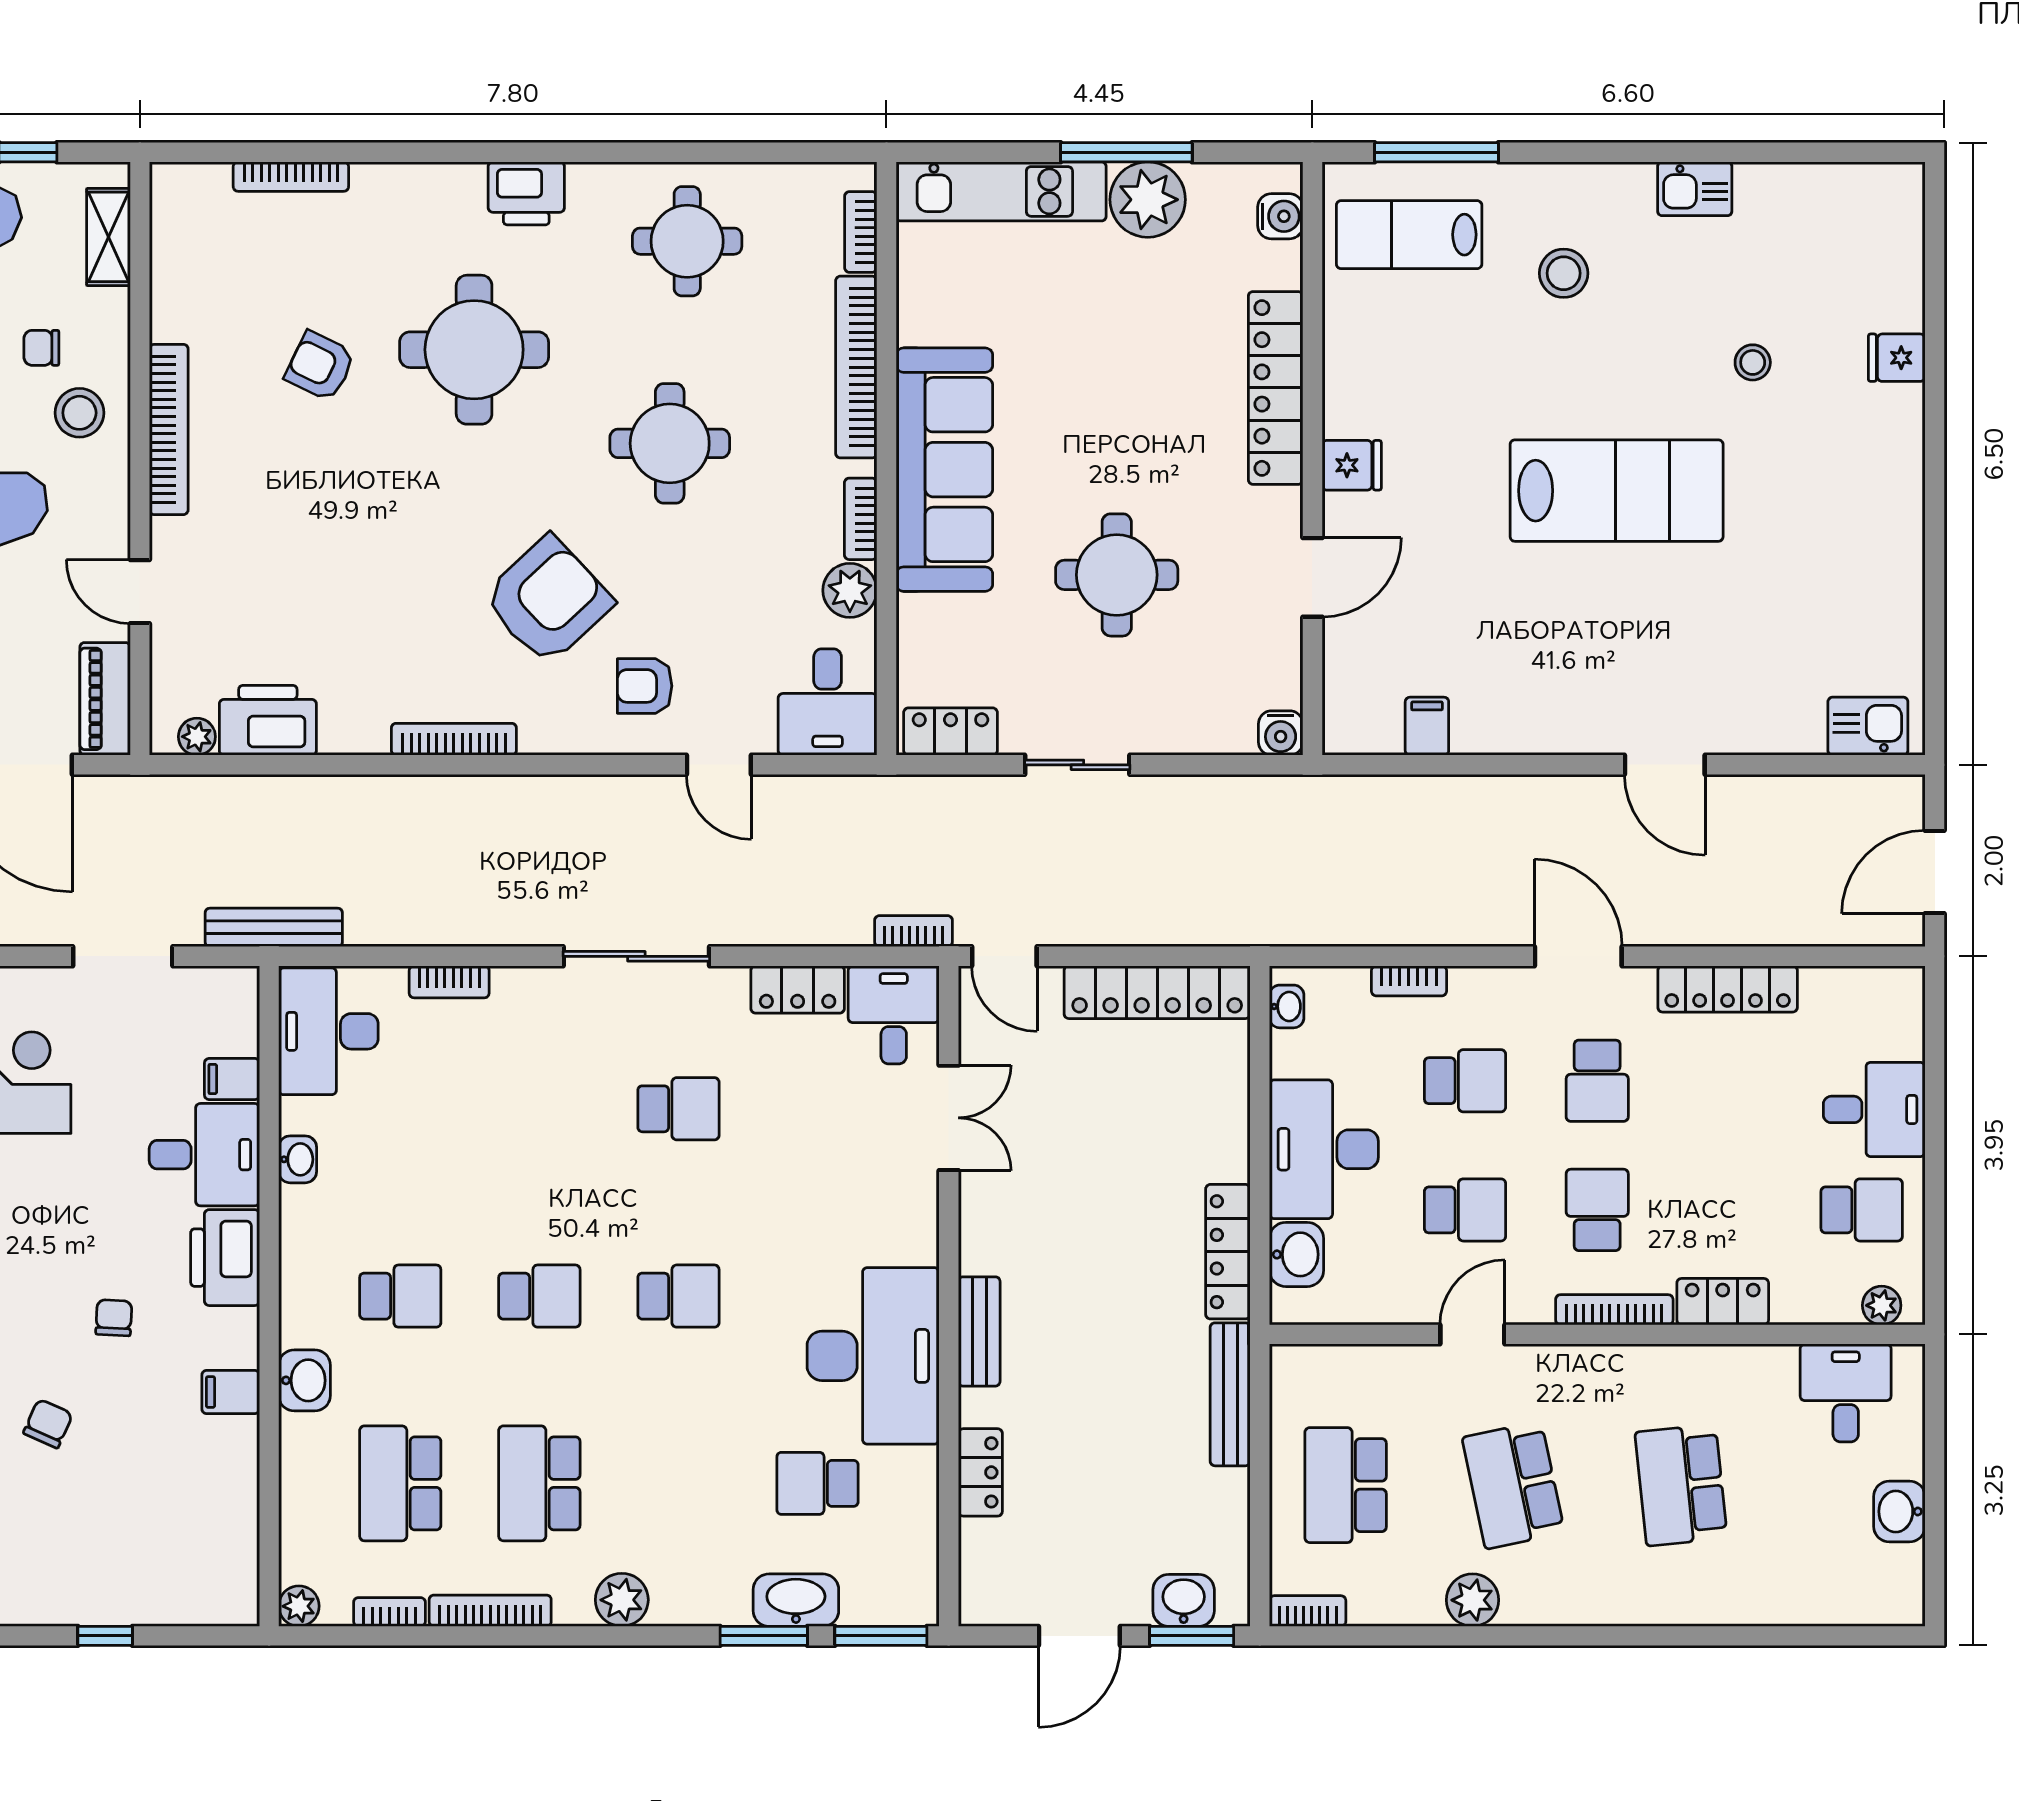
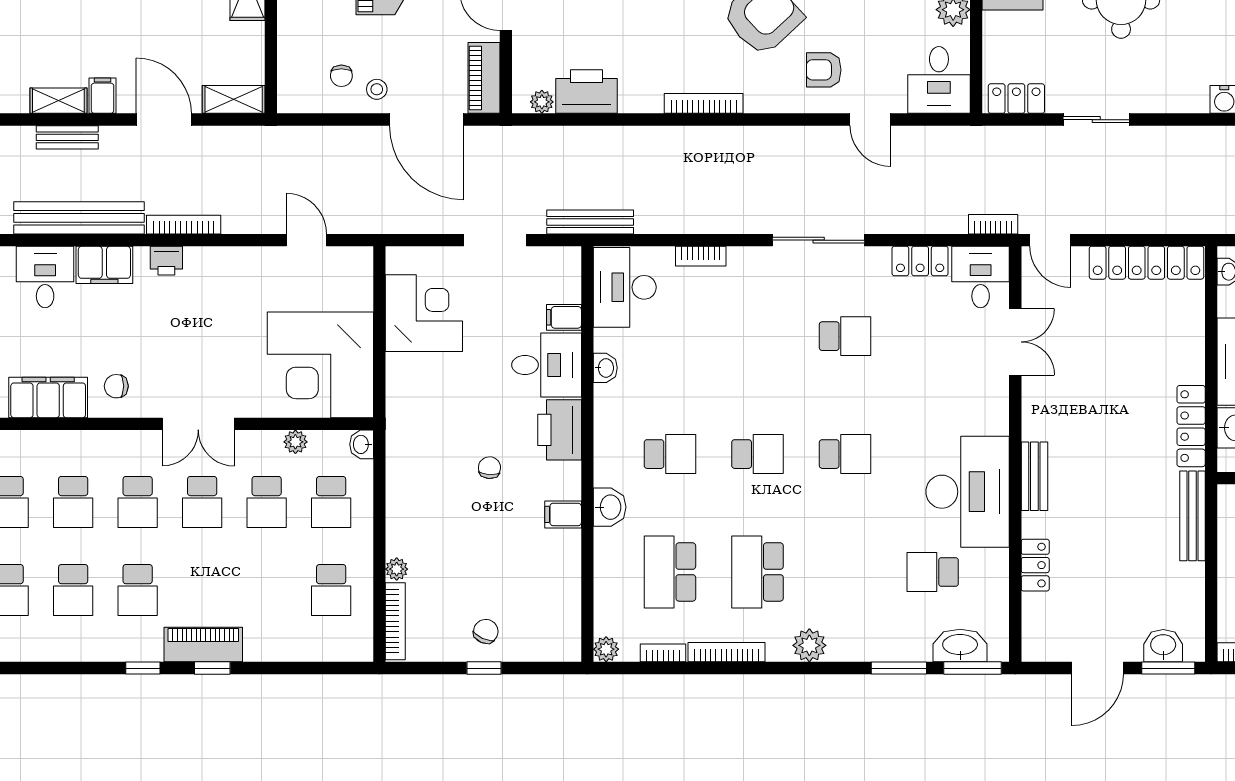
chair: (48, 1424) -> (486, 631), moved
washbasin: (796, 1600) -> (960, 646), moved

